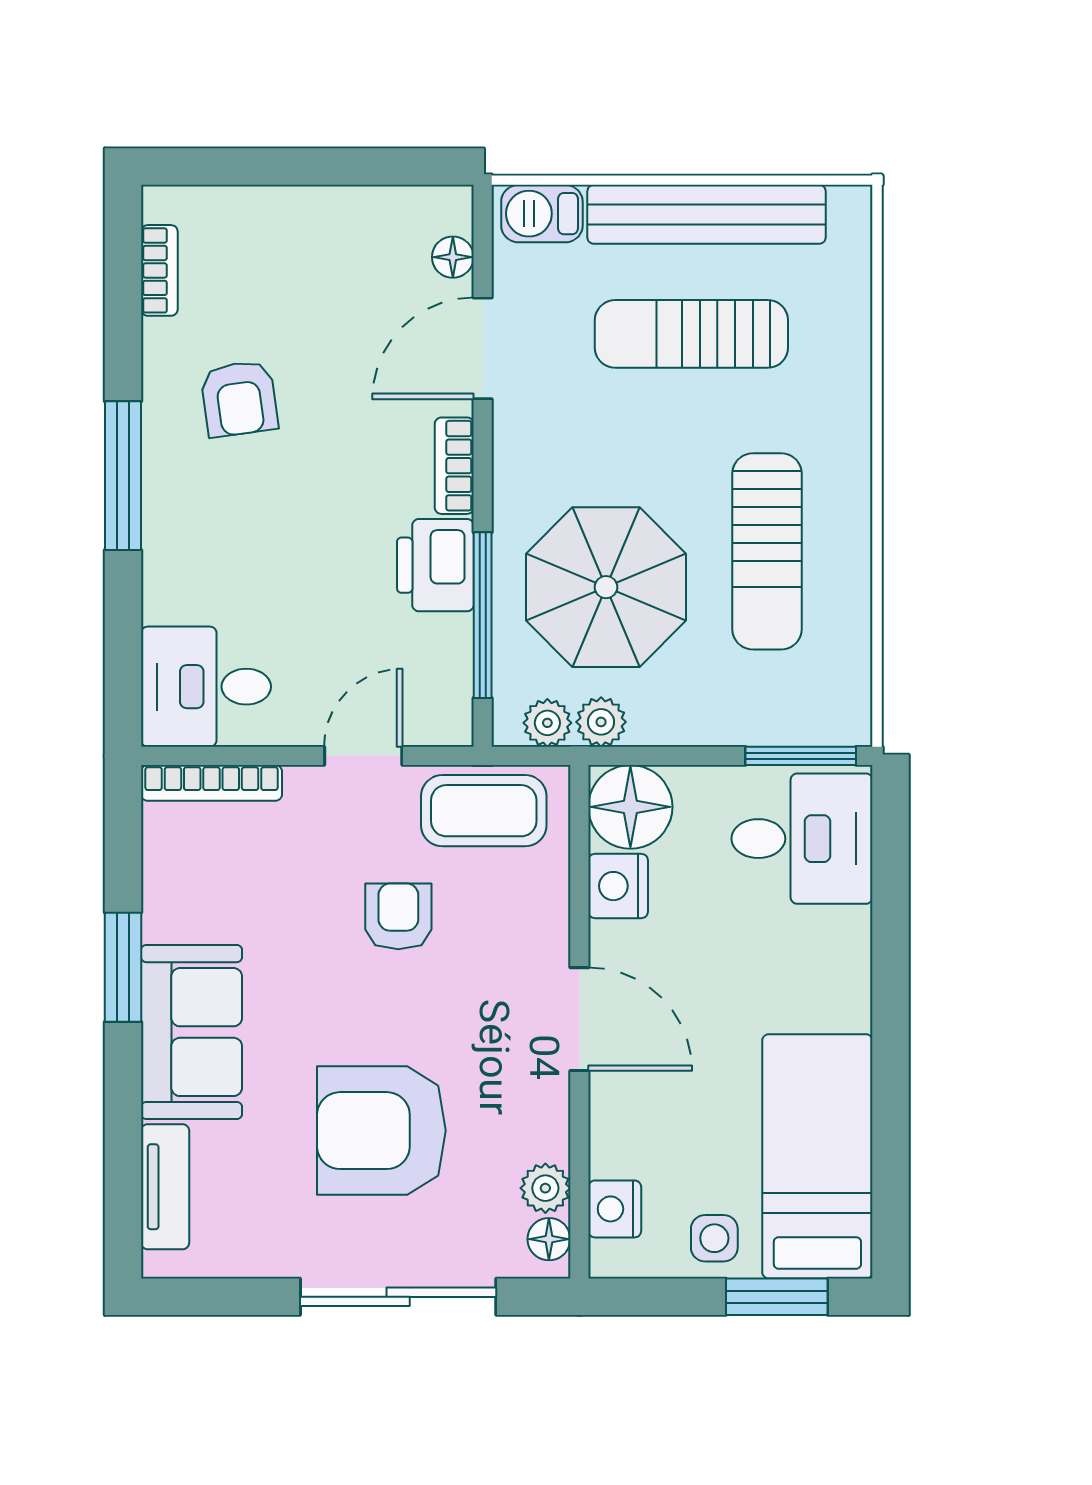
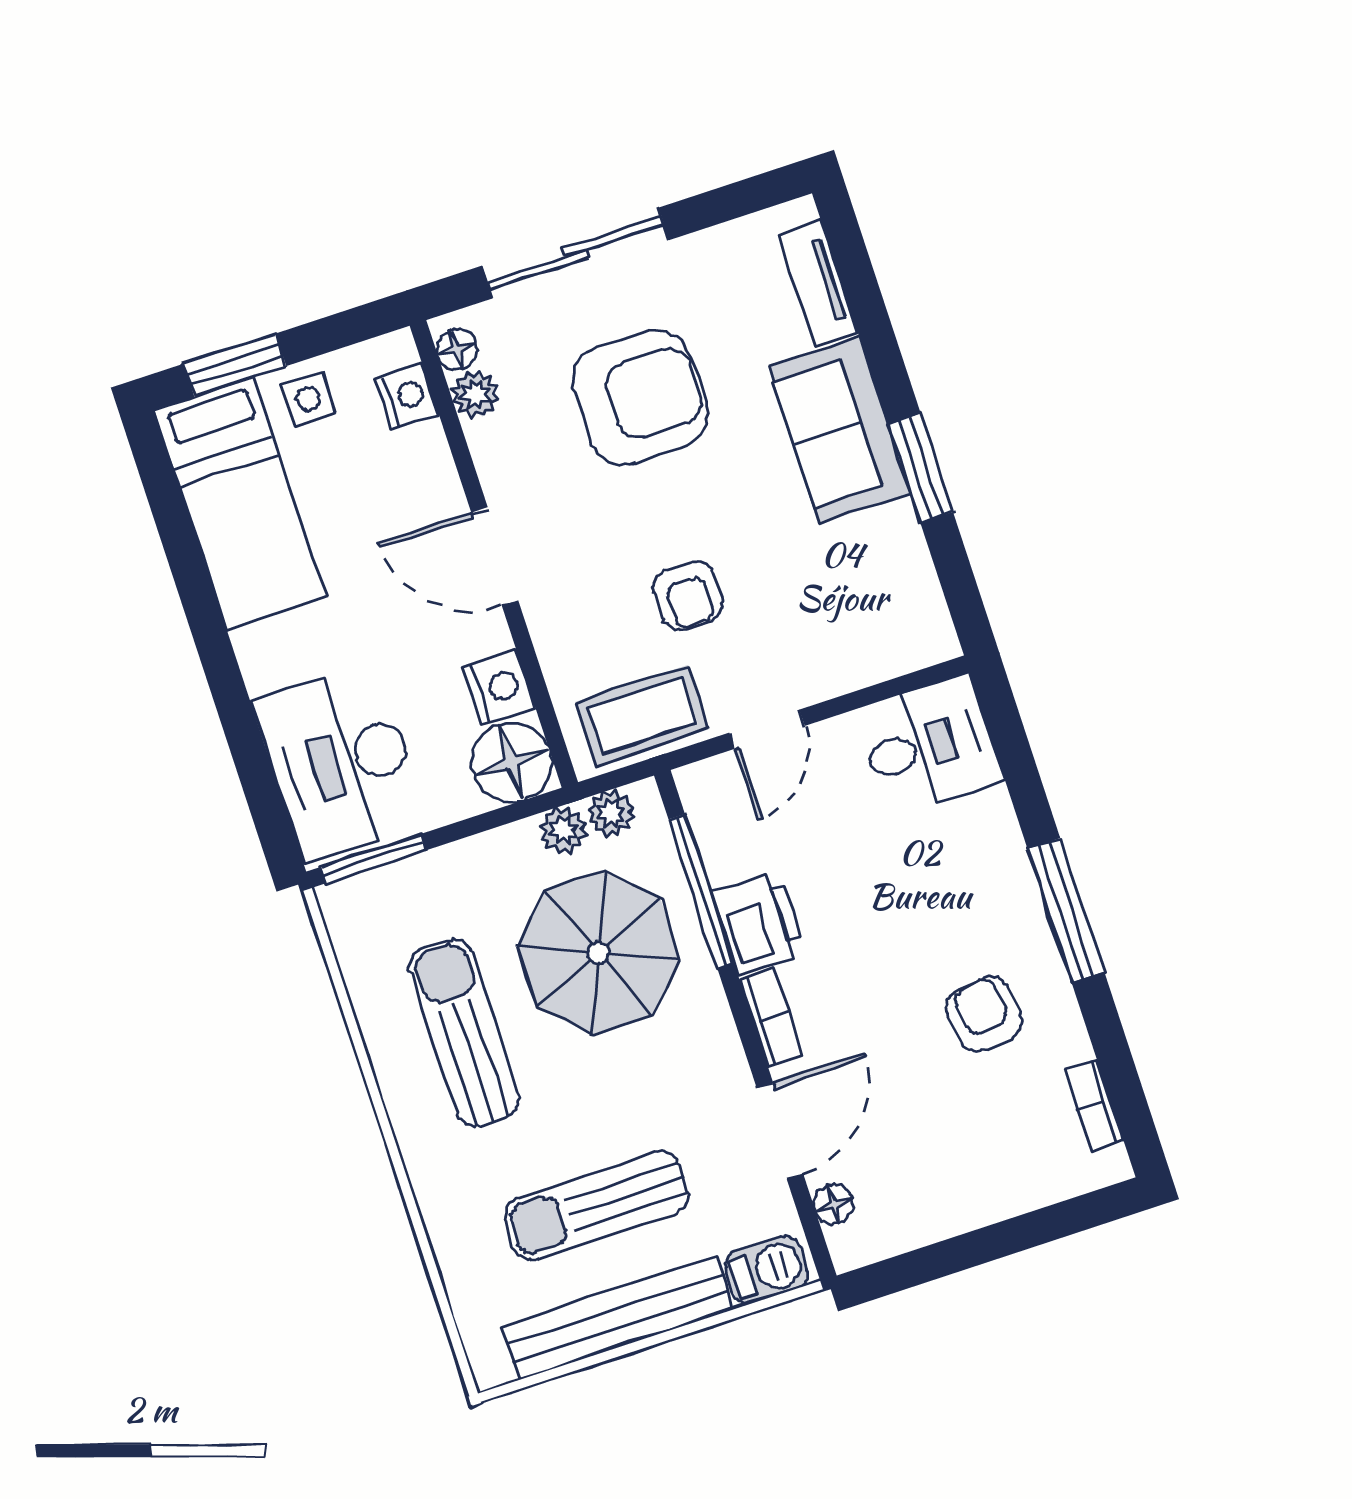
sun lounger: (691, 334) -> (596, 1206), turned 180
bookcase: (212, 783) -> (895, 660), removed
desk: (802, 839) -> (341, 763), width x1.37

